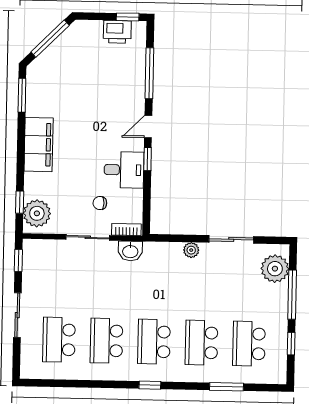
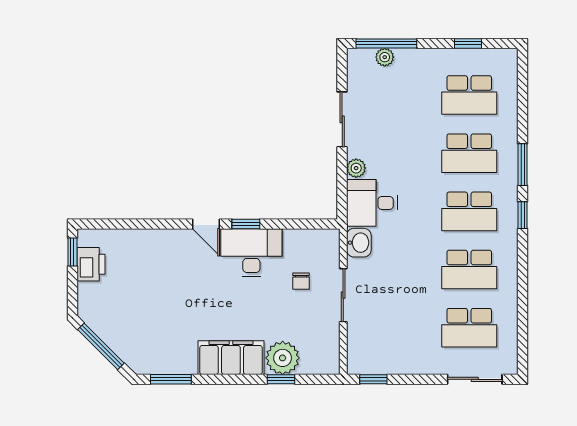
window: (149, 73) -> (141, 224), removed
desk: (124, 170) -> (251, 252), width x1.37
window: (20, 202) -> (281, 379), moved
plant: (37, 213) -> (283, 358), moved
bookcase: (126, 229) -> (333, 248), removed
desk: (163, 262) -> (372, 203), added
plant: (275, 269) -> (385, 57), width x0.53, depth x0.53
window: (292, 295) -> (386, 43), moved
sliding door: (17, 315) -> (475, 379), moved
window: (226, 387) -> (523, 165), moved

